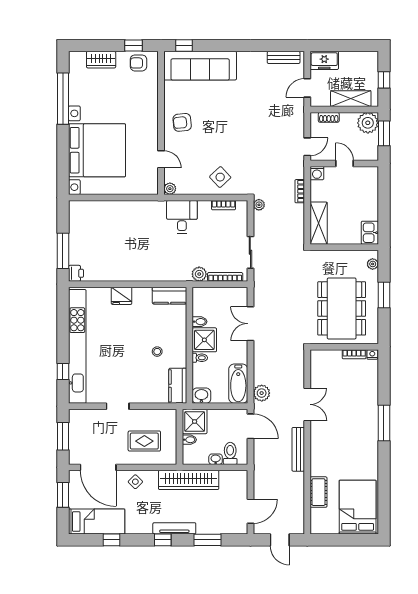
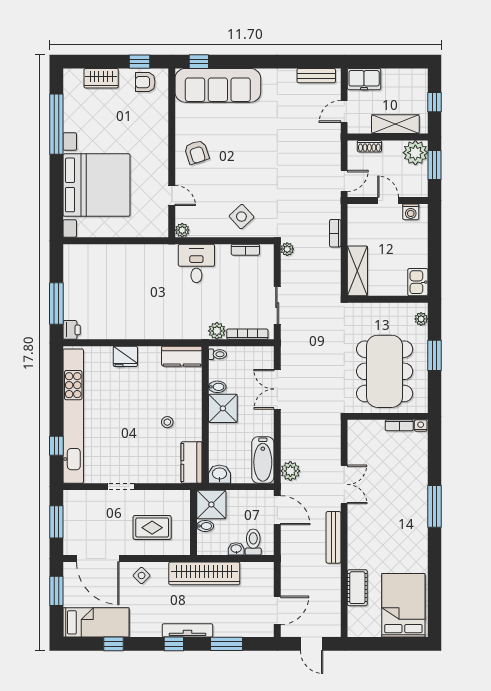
armchair: (182, 122) -> (197, 152), turned -102
washing machine: (317, 173) -> (411, 212), moved
toilet: (200, 358) -> (217, 354), moved

